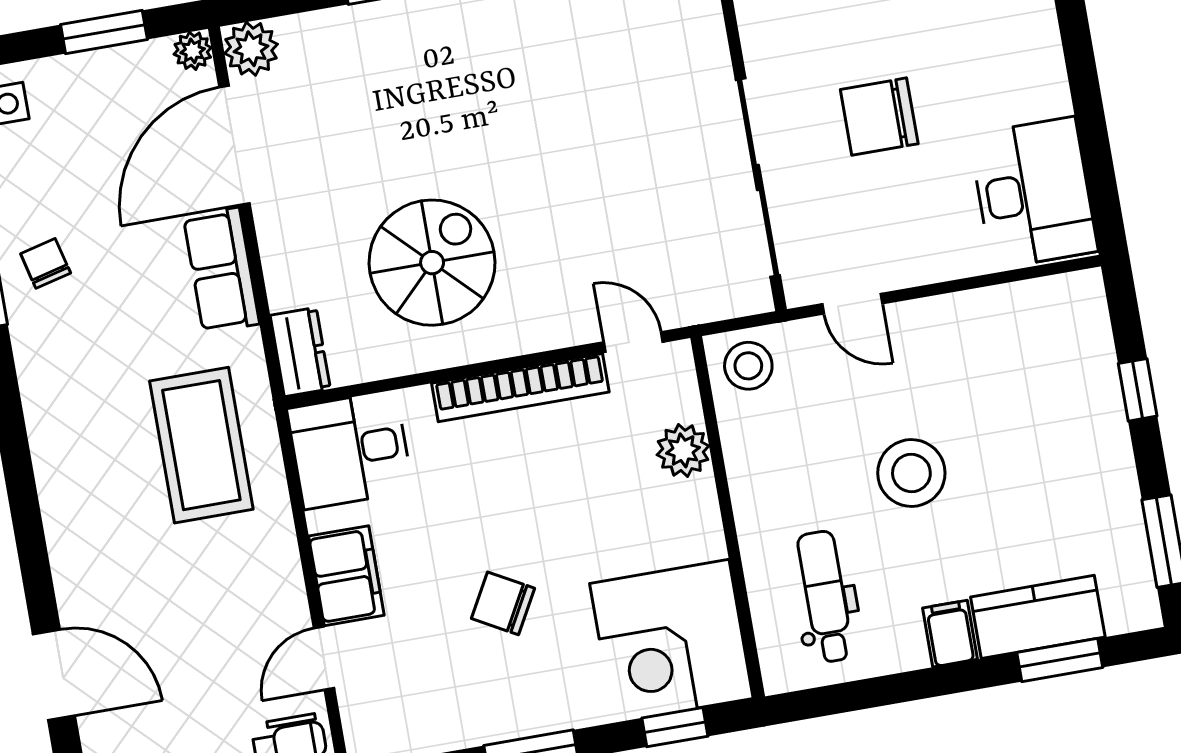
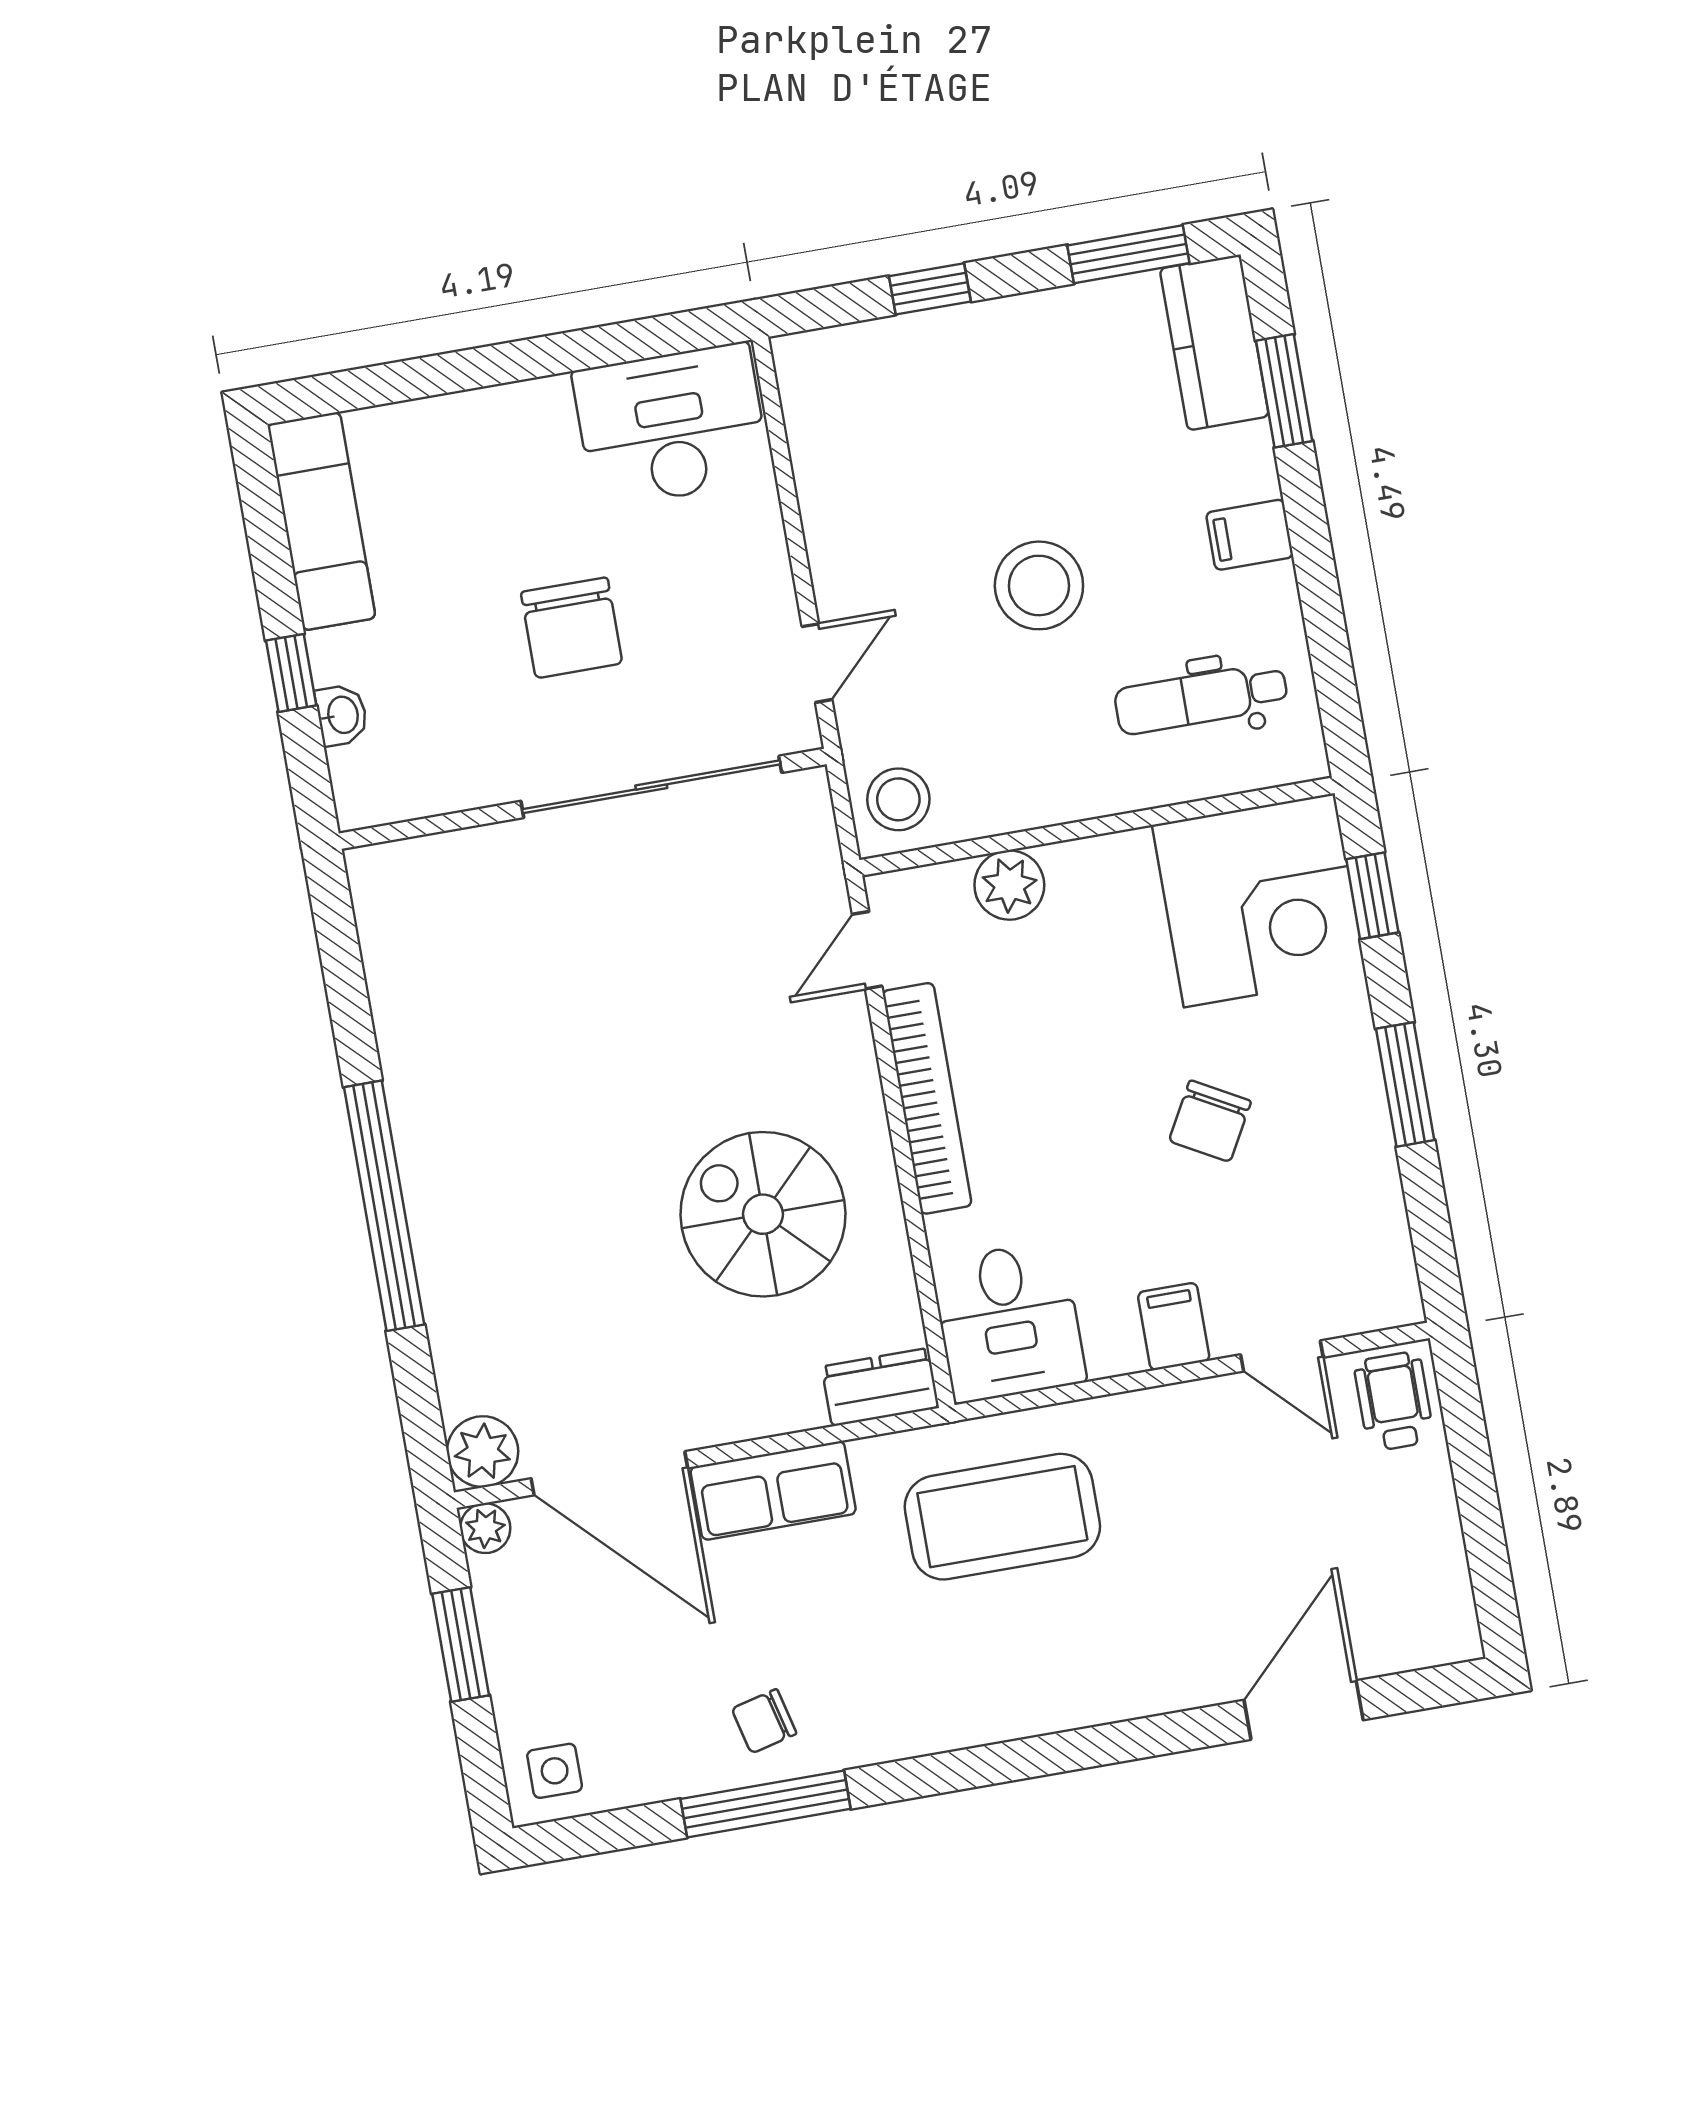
filing cabinet: (346, 576) -> (1174, 1327), width x0.50
kitchen counter: (1038, 617) -> (1214, 342), moved

